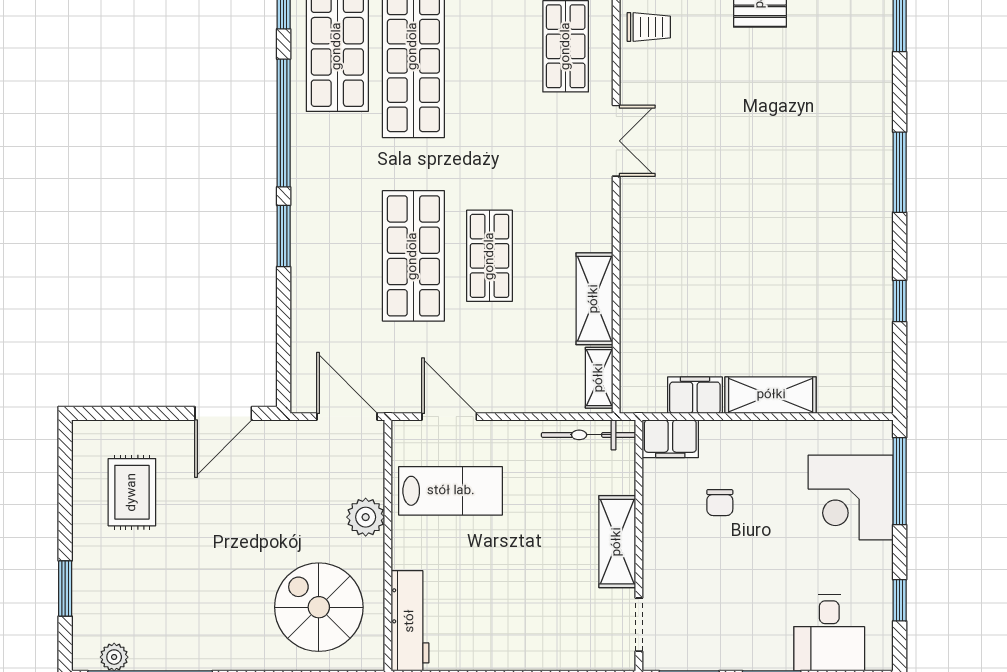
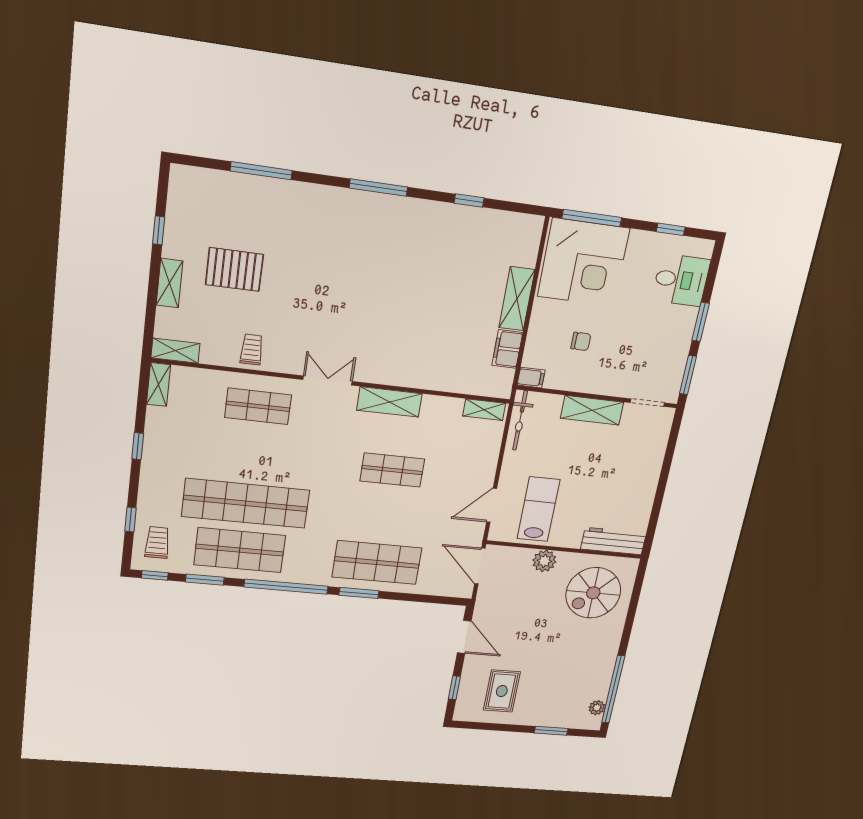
shop shelf: (413, 256) -> (377, 563), moved
shelving: (594, 299) -> (389, 402), moved
window: (132, 413) -> (454, 688), added
door: (347, 417) -> (480, 566), hinge flipped
filing cabinet: (670, 439) -> (531, 378), width x0.50
rug: (132, 492) -> (502, 691), turned 90
corner desk: (851, 498) -> (583, 262), width x1.36, depth x1.36

